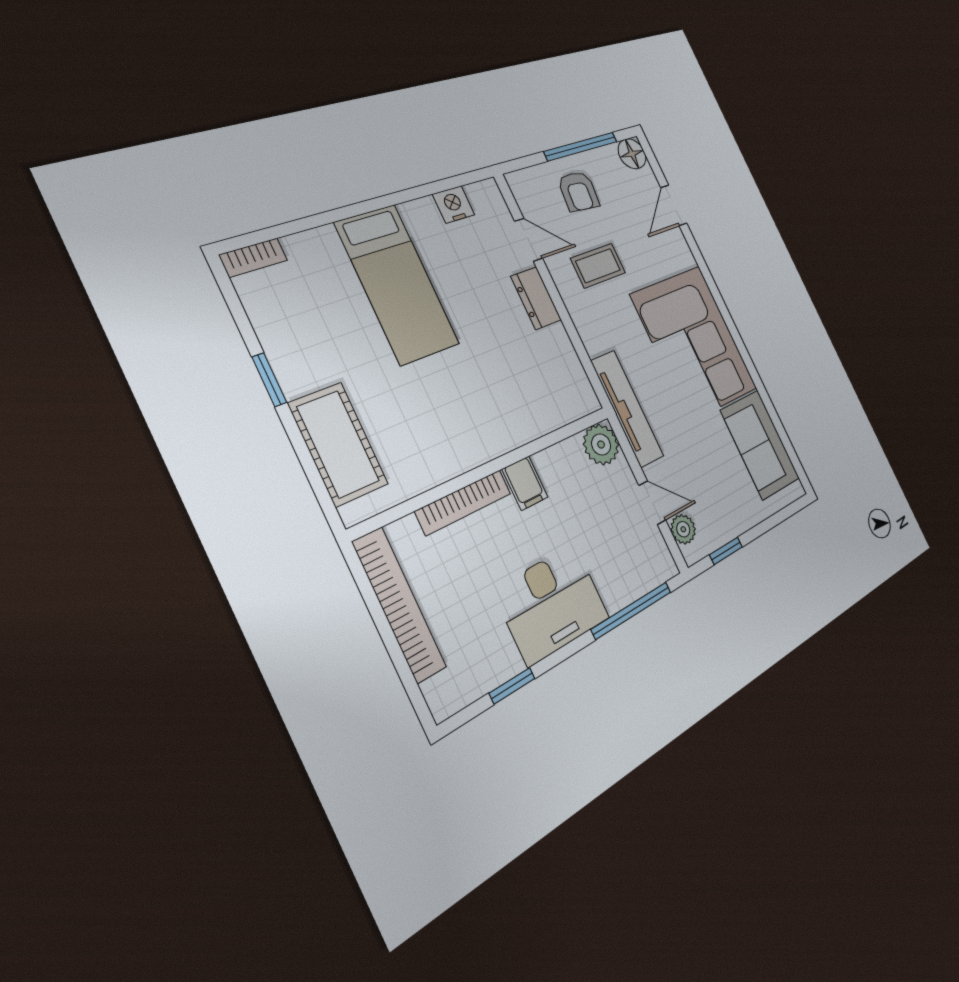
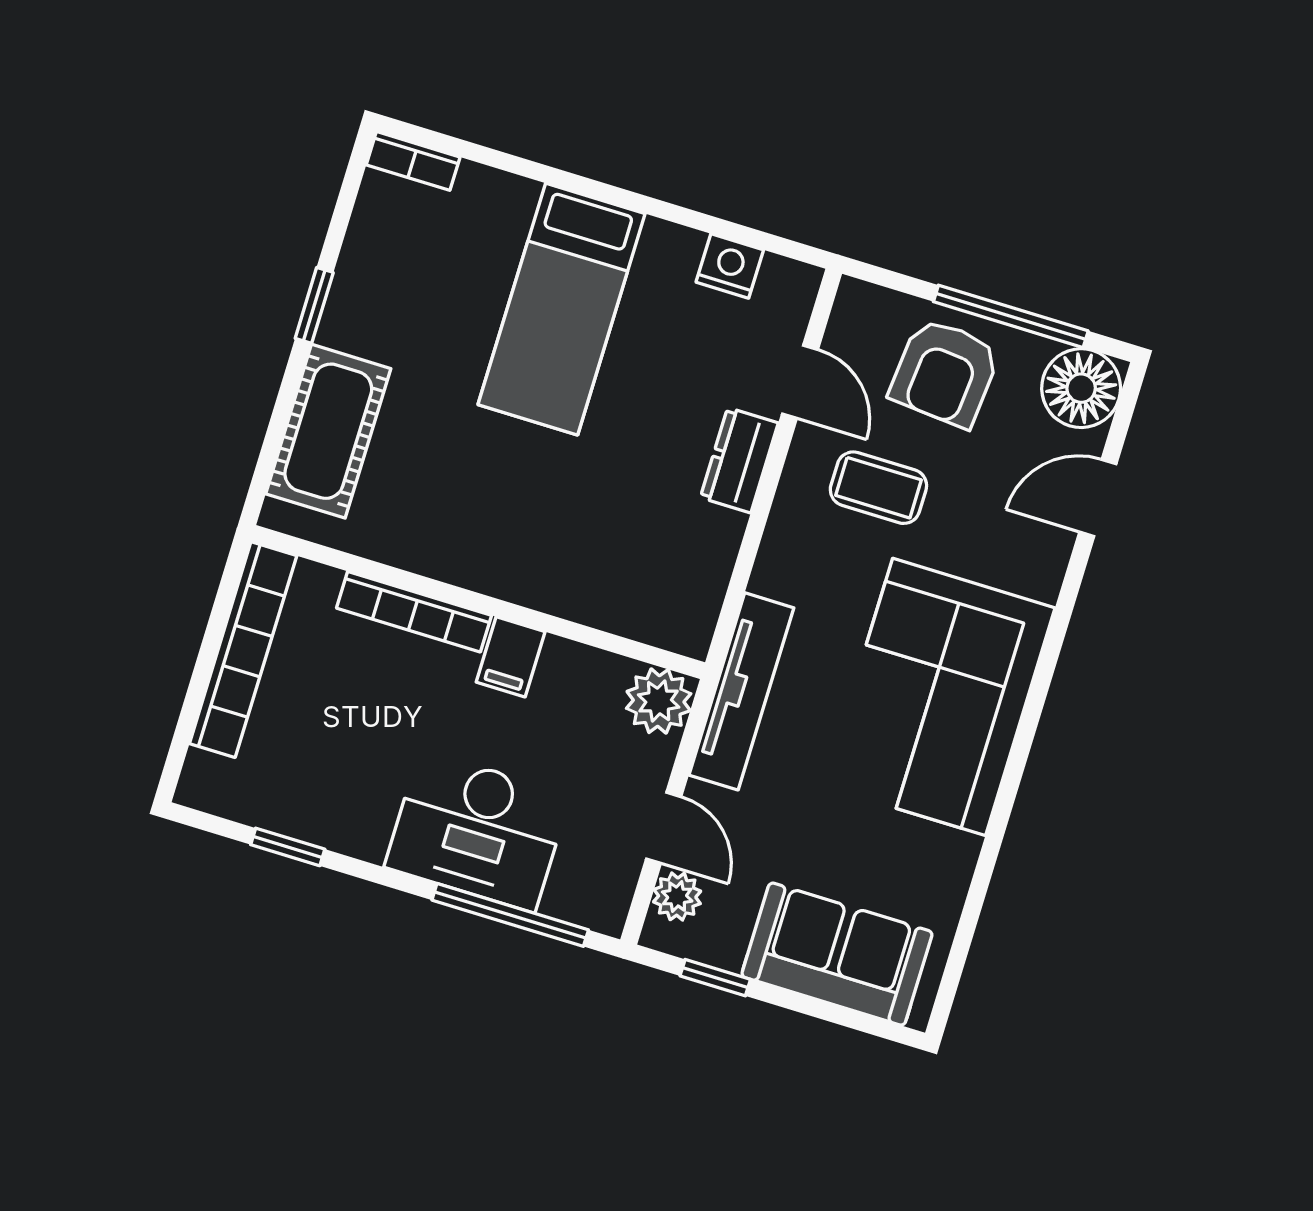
floor lamp: (632, 154) -> (1081, 388), width x1.38, depth x1.38
armchair: (578, 191) -> (945, 373), width x1.38, depth x1.38
sofa: (760, 445) -> (837, 954), moved, turned 90
desk: (552, 604) -> (477, 831), moved

